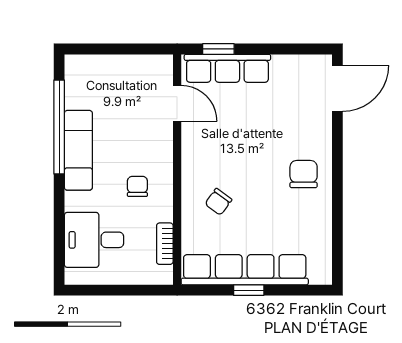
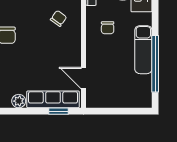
plant: (284, 66) -> (19, 101), added

